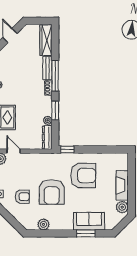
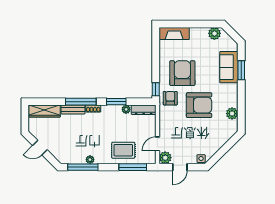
fireplace: (122, 185) -> (174, 33), moved
armchair: (22, 197) -> (170, 98), moved

